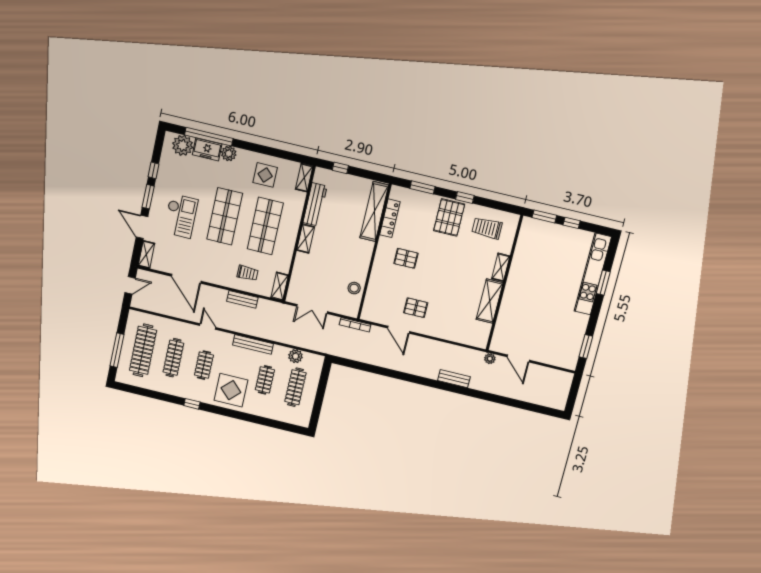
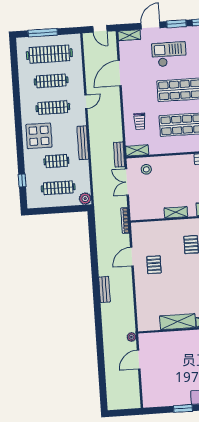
checkout: (181, 216) -> (169, 54), turned 180
shelving: (306, 239) -> (176, 212), moved
stool: (354, 288) -> (146, 169), moved
bench: (242, 299) -> (119, 155), moved
window: (586, 347) -> (183, 409), moved
plant: (295, 356) -> (85, 199), moved
clothes rail: (204, 365) -> (53, 108), width x1.36
bench: (454, 379) -> (104, 289), moved
window: (192, 404) -> (22, 180), moved

